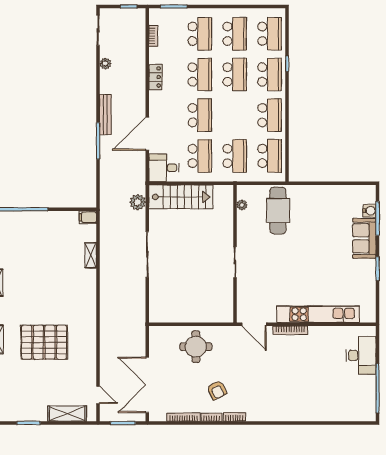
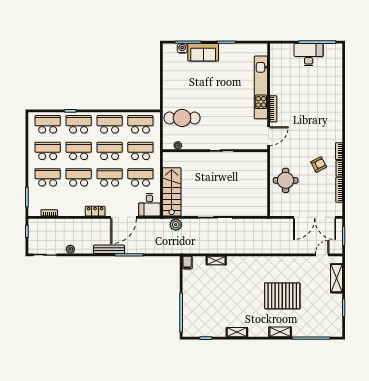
locker: (155, 77) -> (95, 211), moved
school desk: (235, 115) -> (110, 151), added
door: (147, 134) -> (124, 217), hinge flipped
pallet: (44, 342) -> (282, 296), turned 90
desk: (361, 355) -> (309, 55), moved

